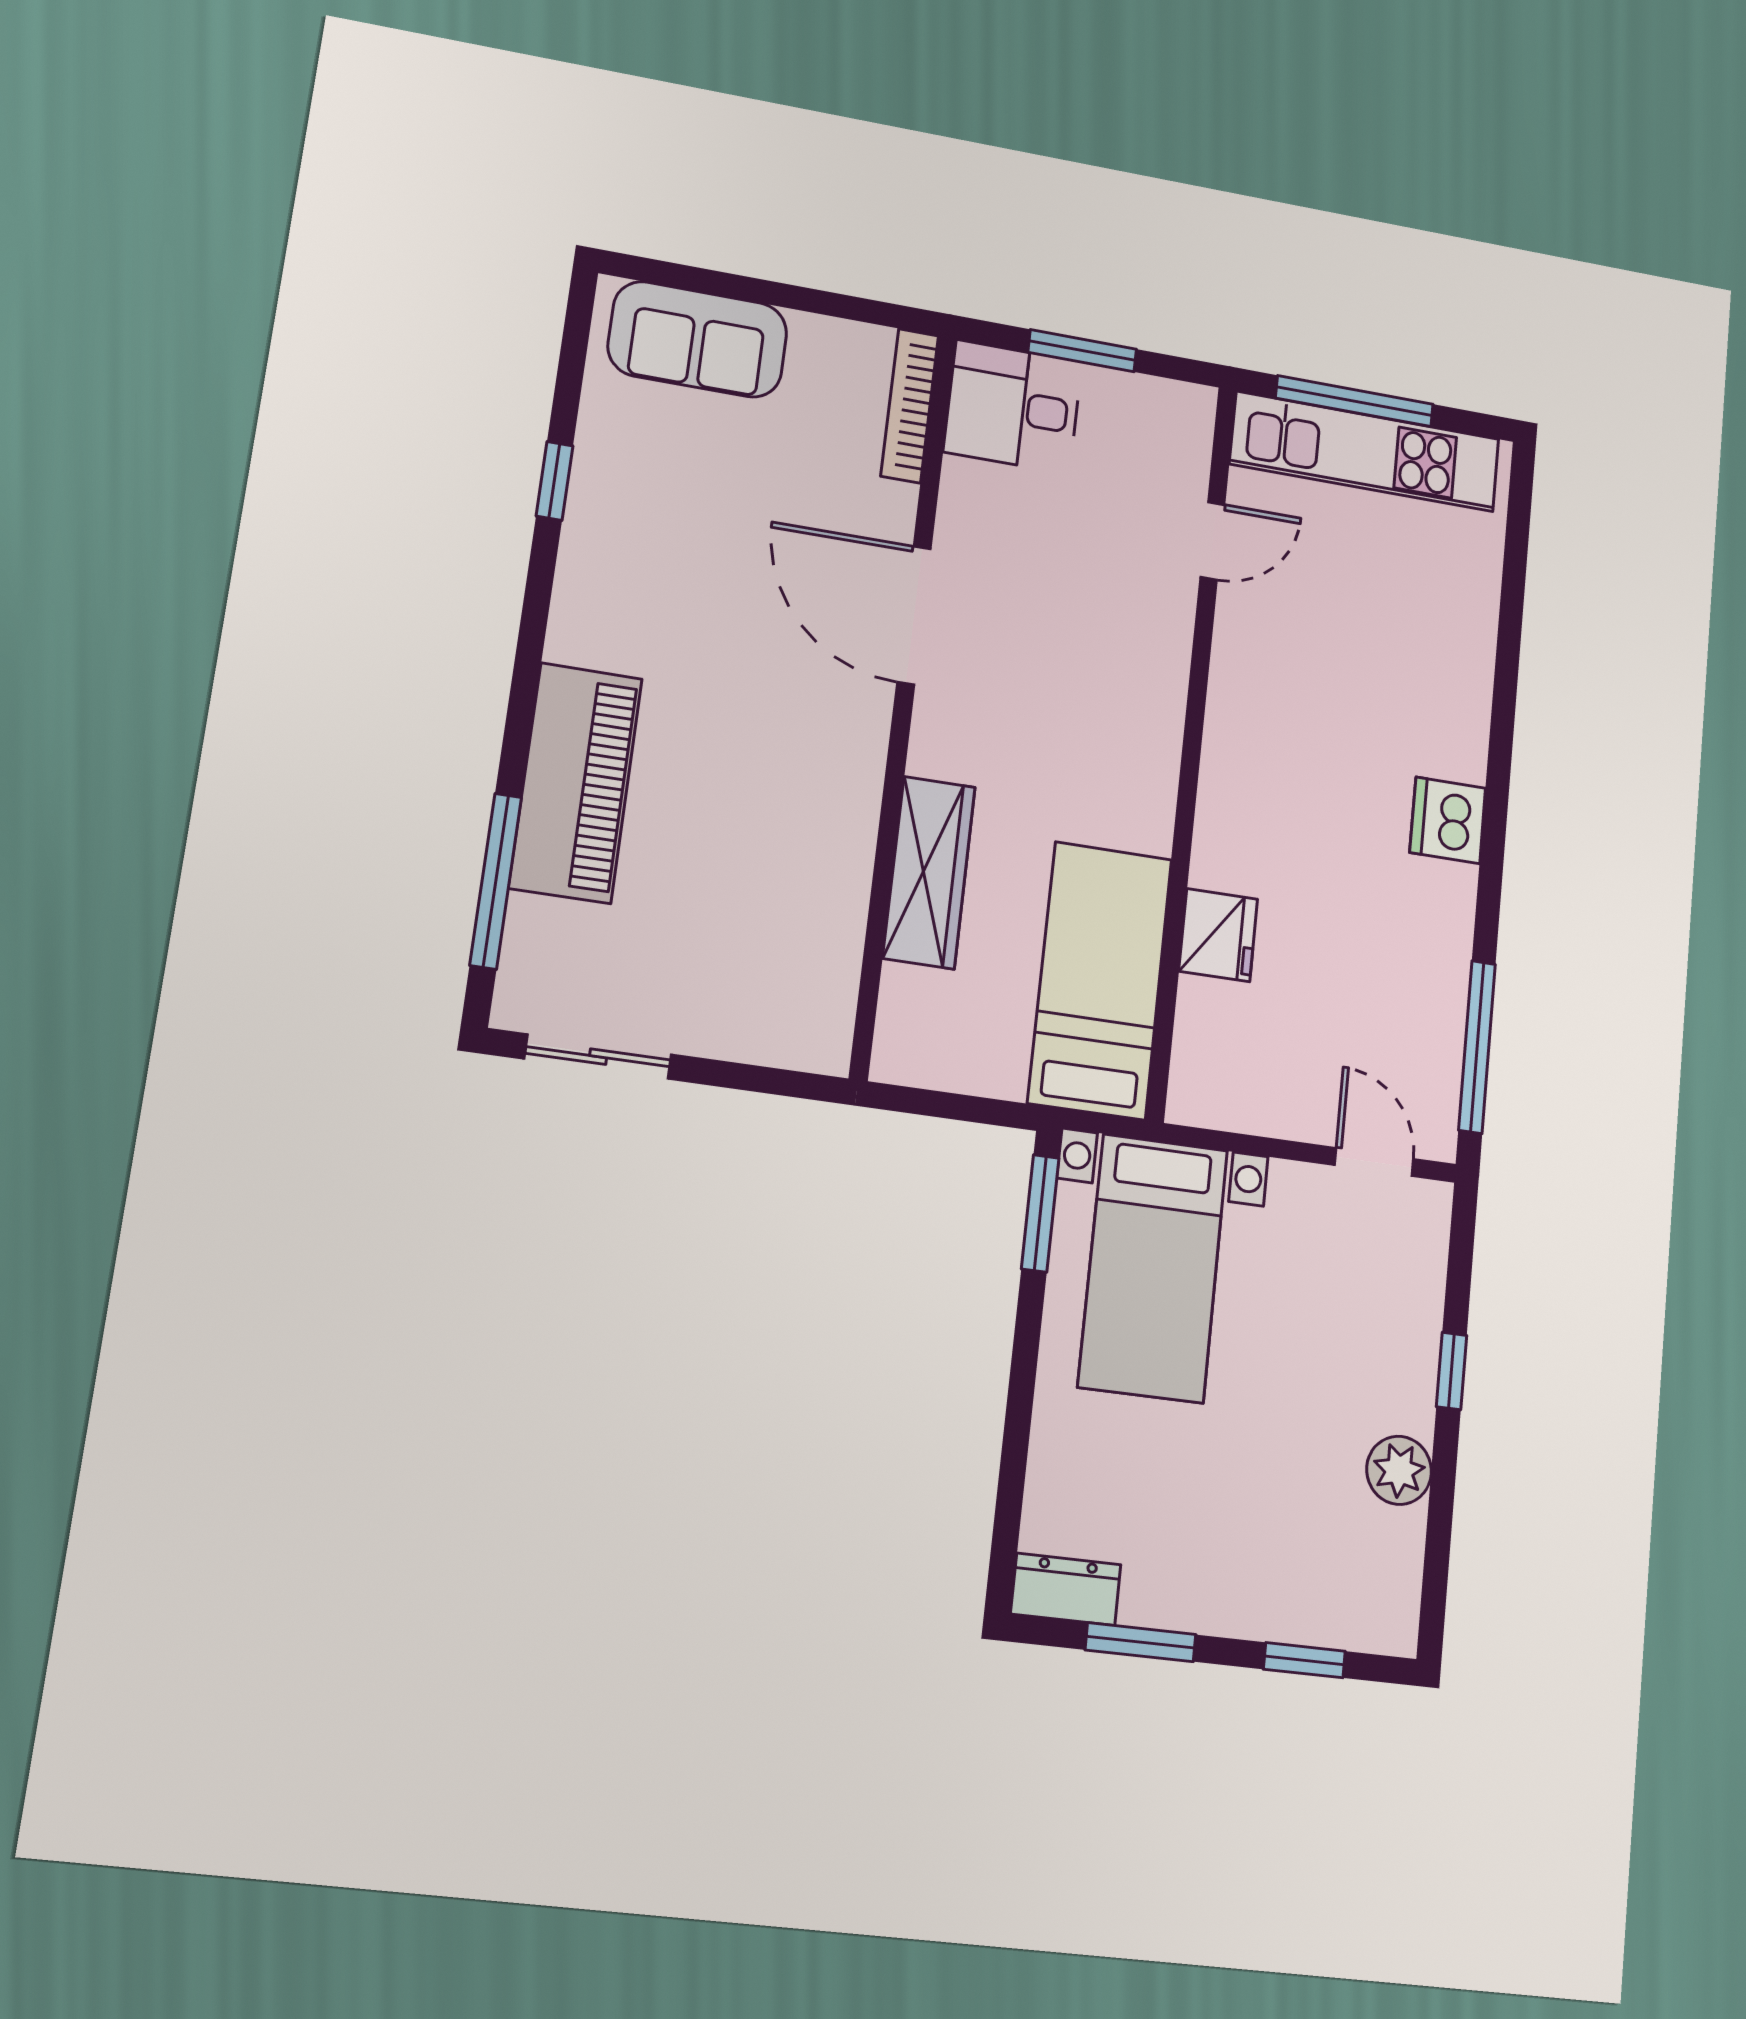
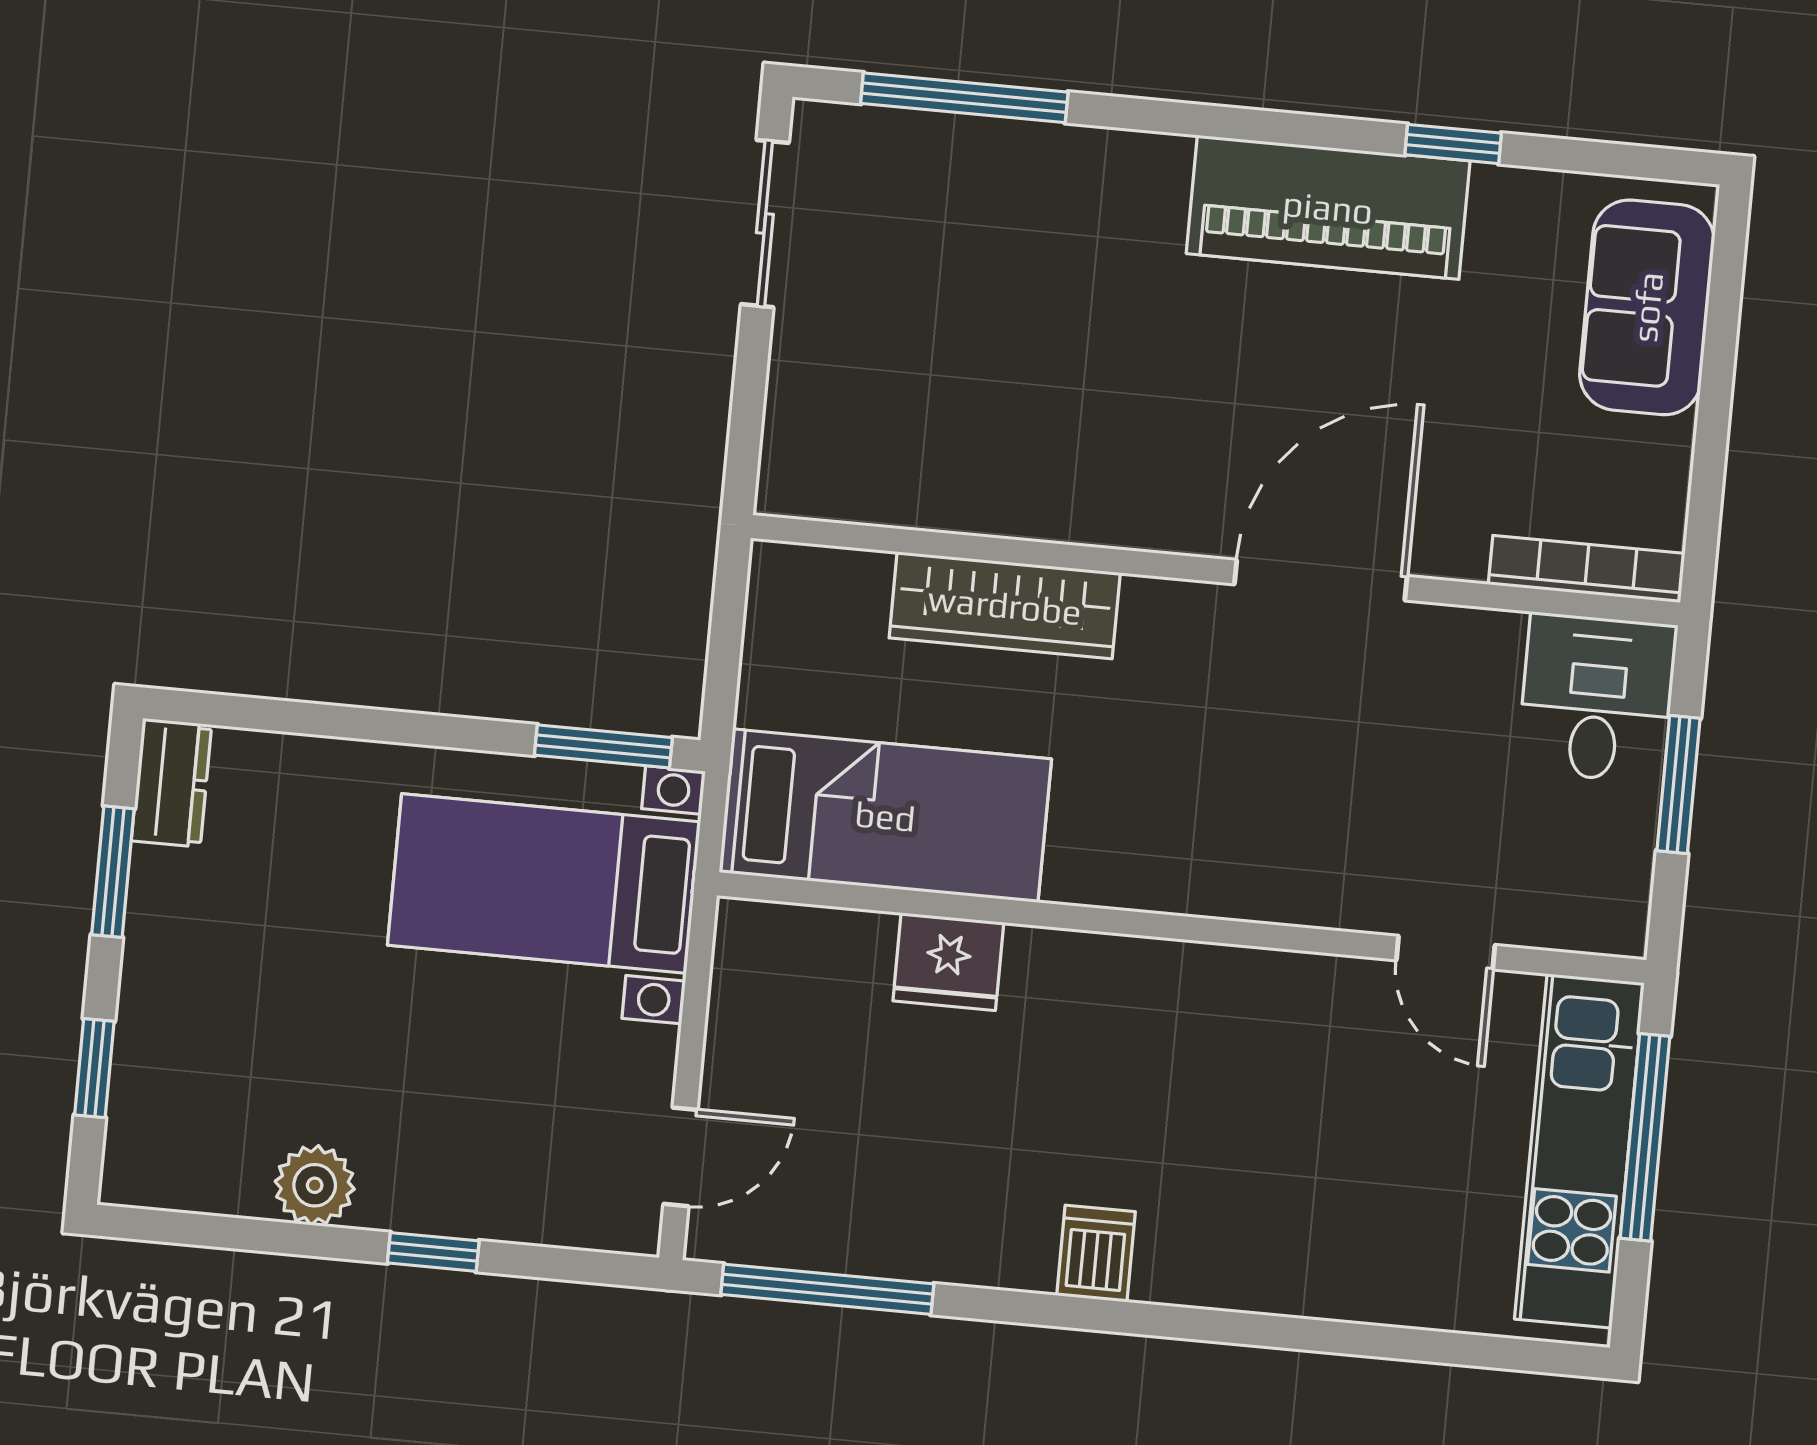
piano: (576, 783) -> (1328, 207), moved
dishwasher: (1448, 820) -> (1096, 1254), width x0.73

